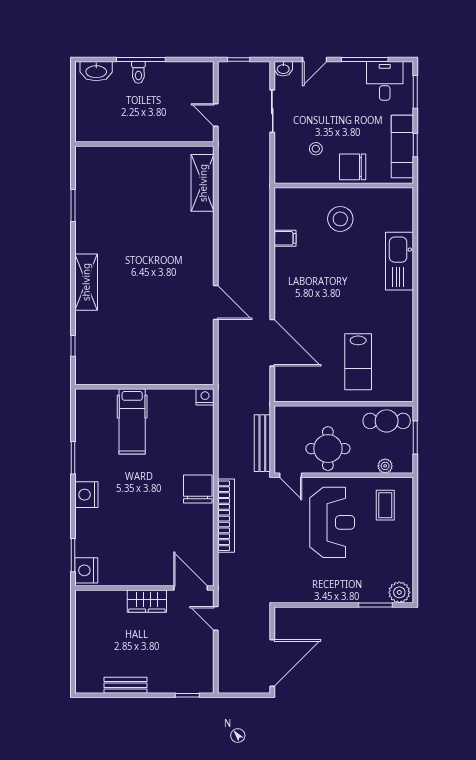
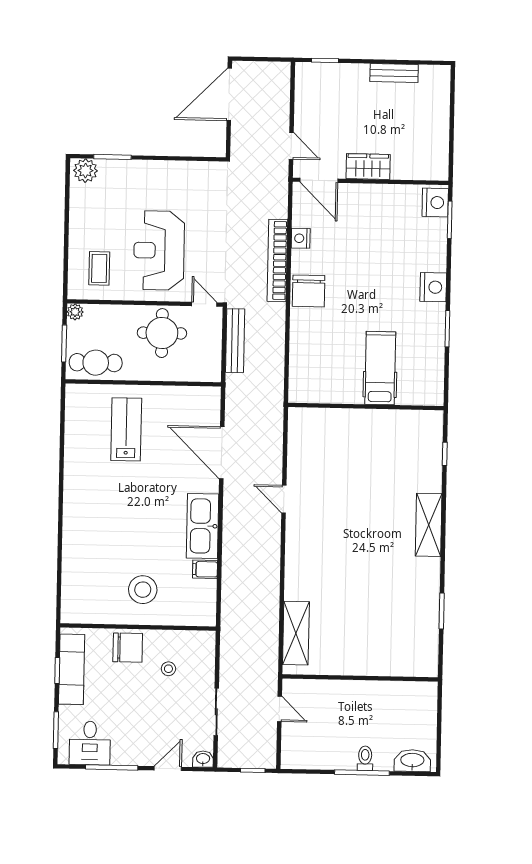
kitchen sink: (399, 261) -> (203, 526), moved, turned 180
door: (216, 302) -> (284, 499), width x0.73
nightstand: (205, 397) -> (301, 238), moved, turned 90
plant: (385, 466) -> (75, 312), moved

